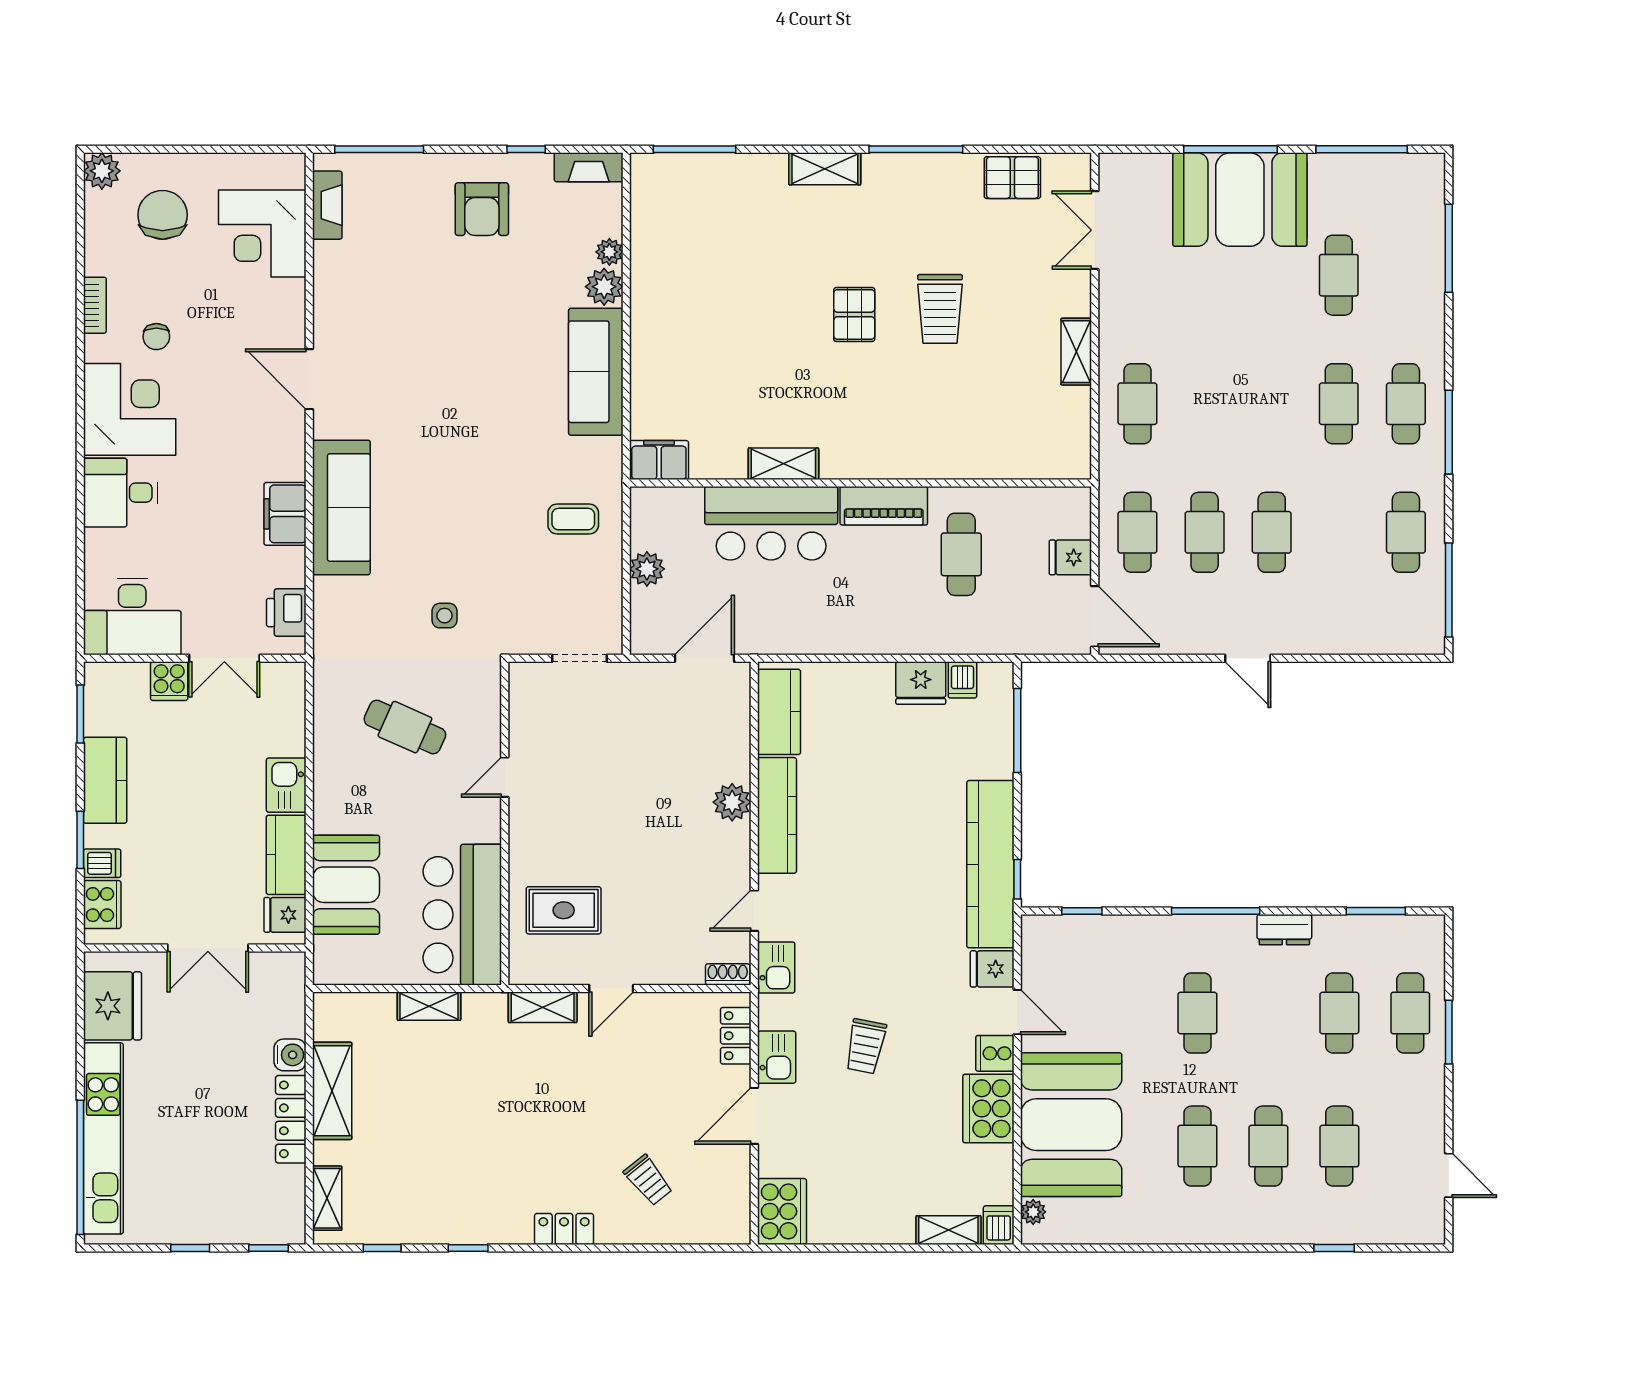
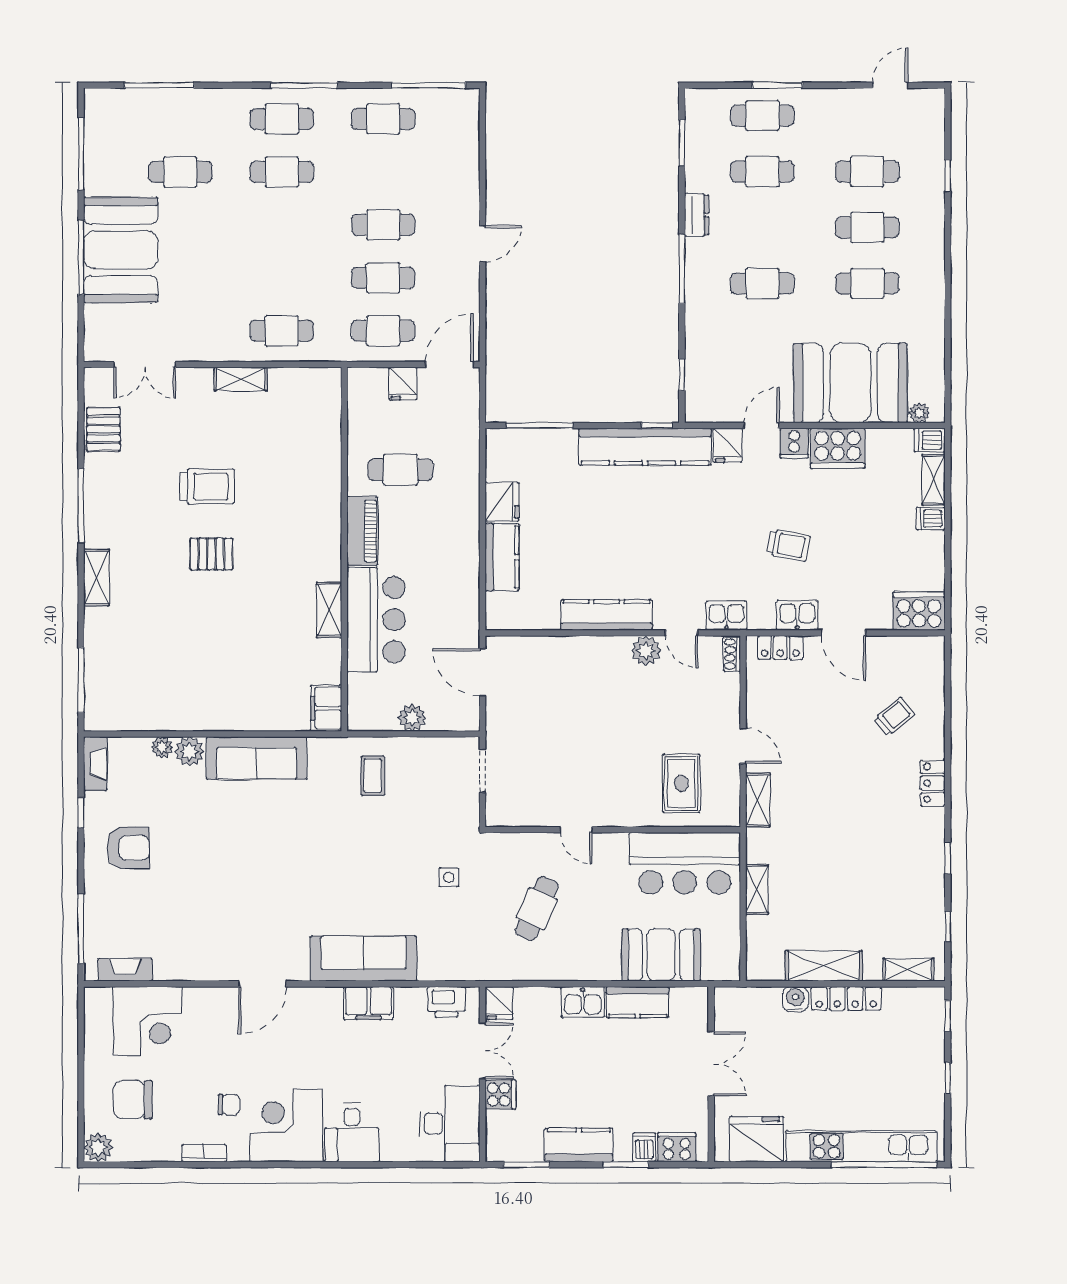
dishwasher: (962, 680) -> (931, 519), moved, turned 180
kitchen counter: (779, 712) -> (502, 557), moved, turned 90
plant: (732, 802) -> (646, 650), moved
fridge: (285, 915) -> (499, 1003), moved

